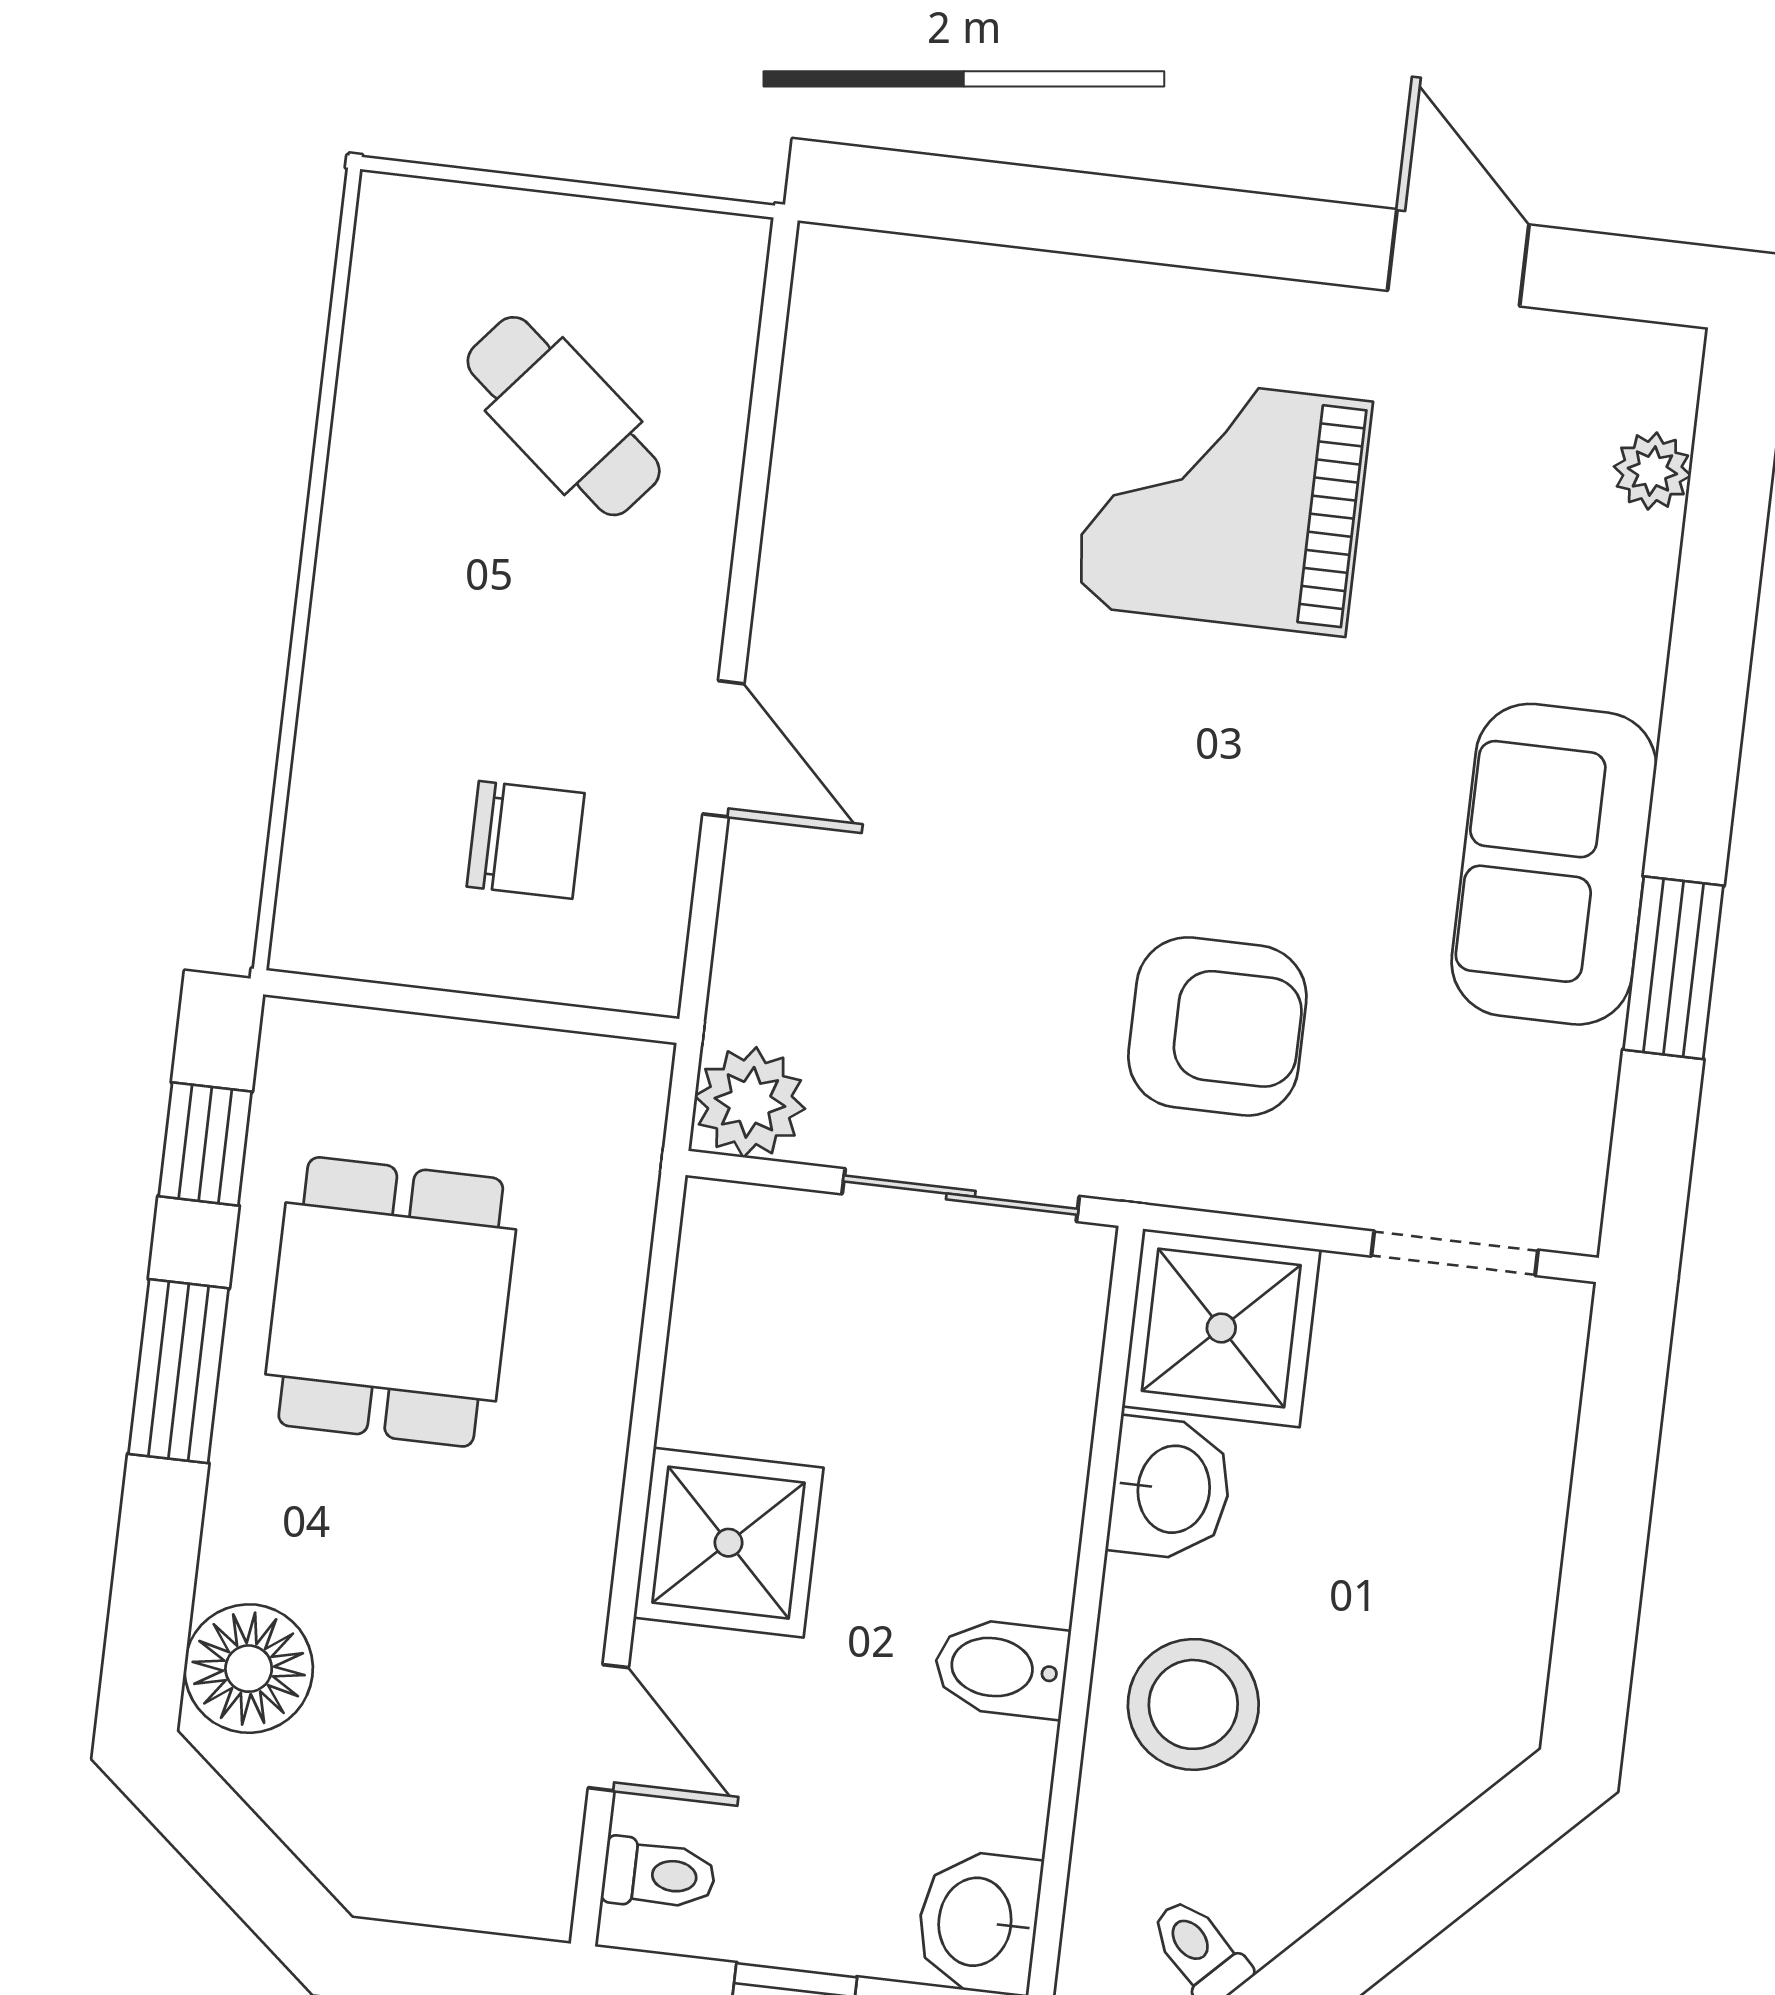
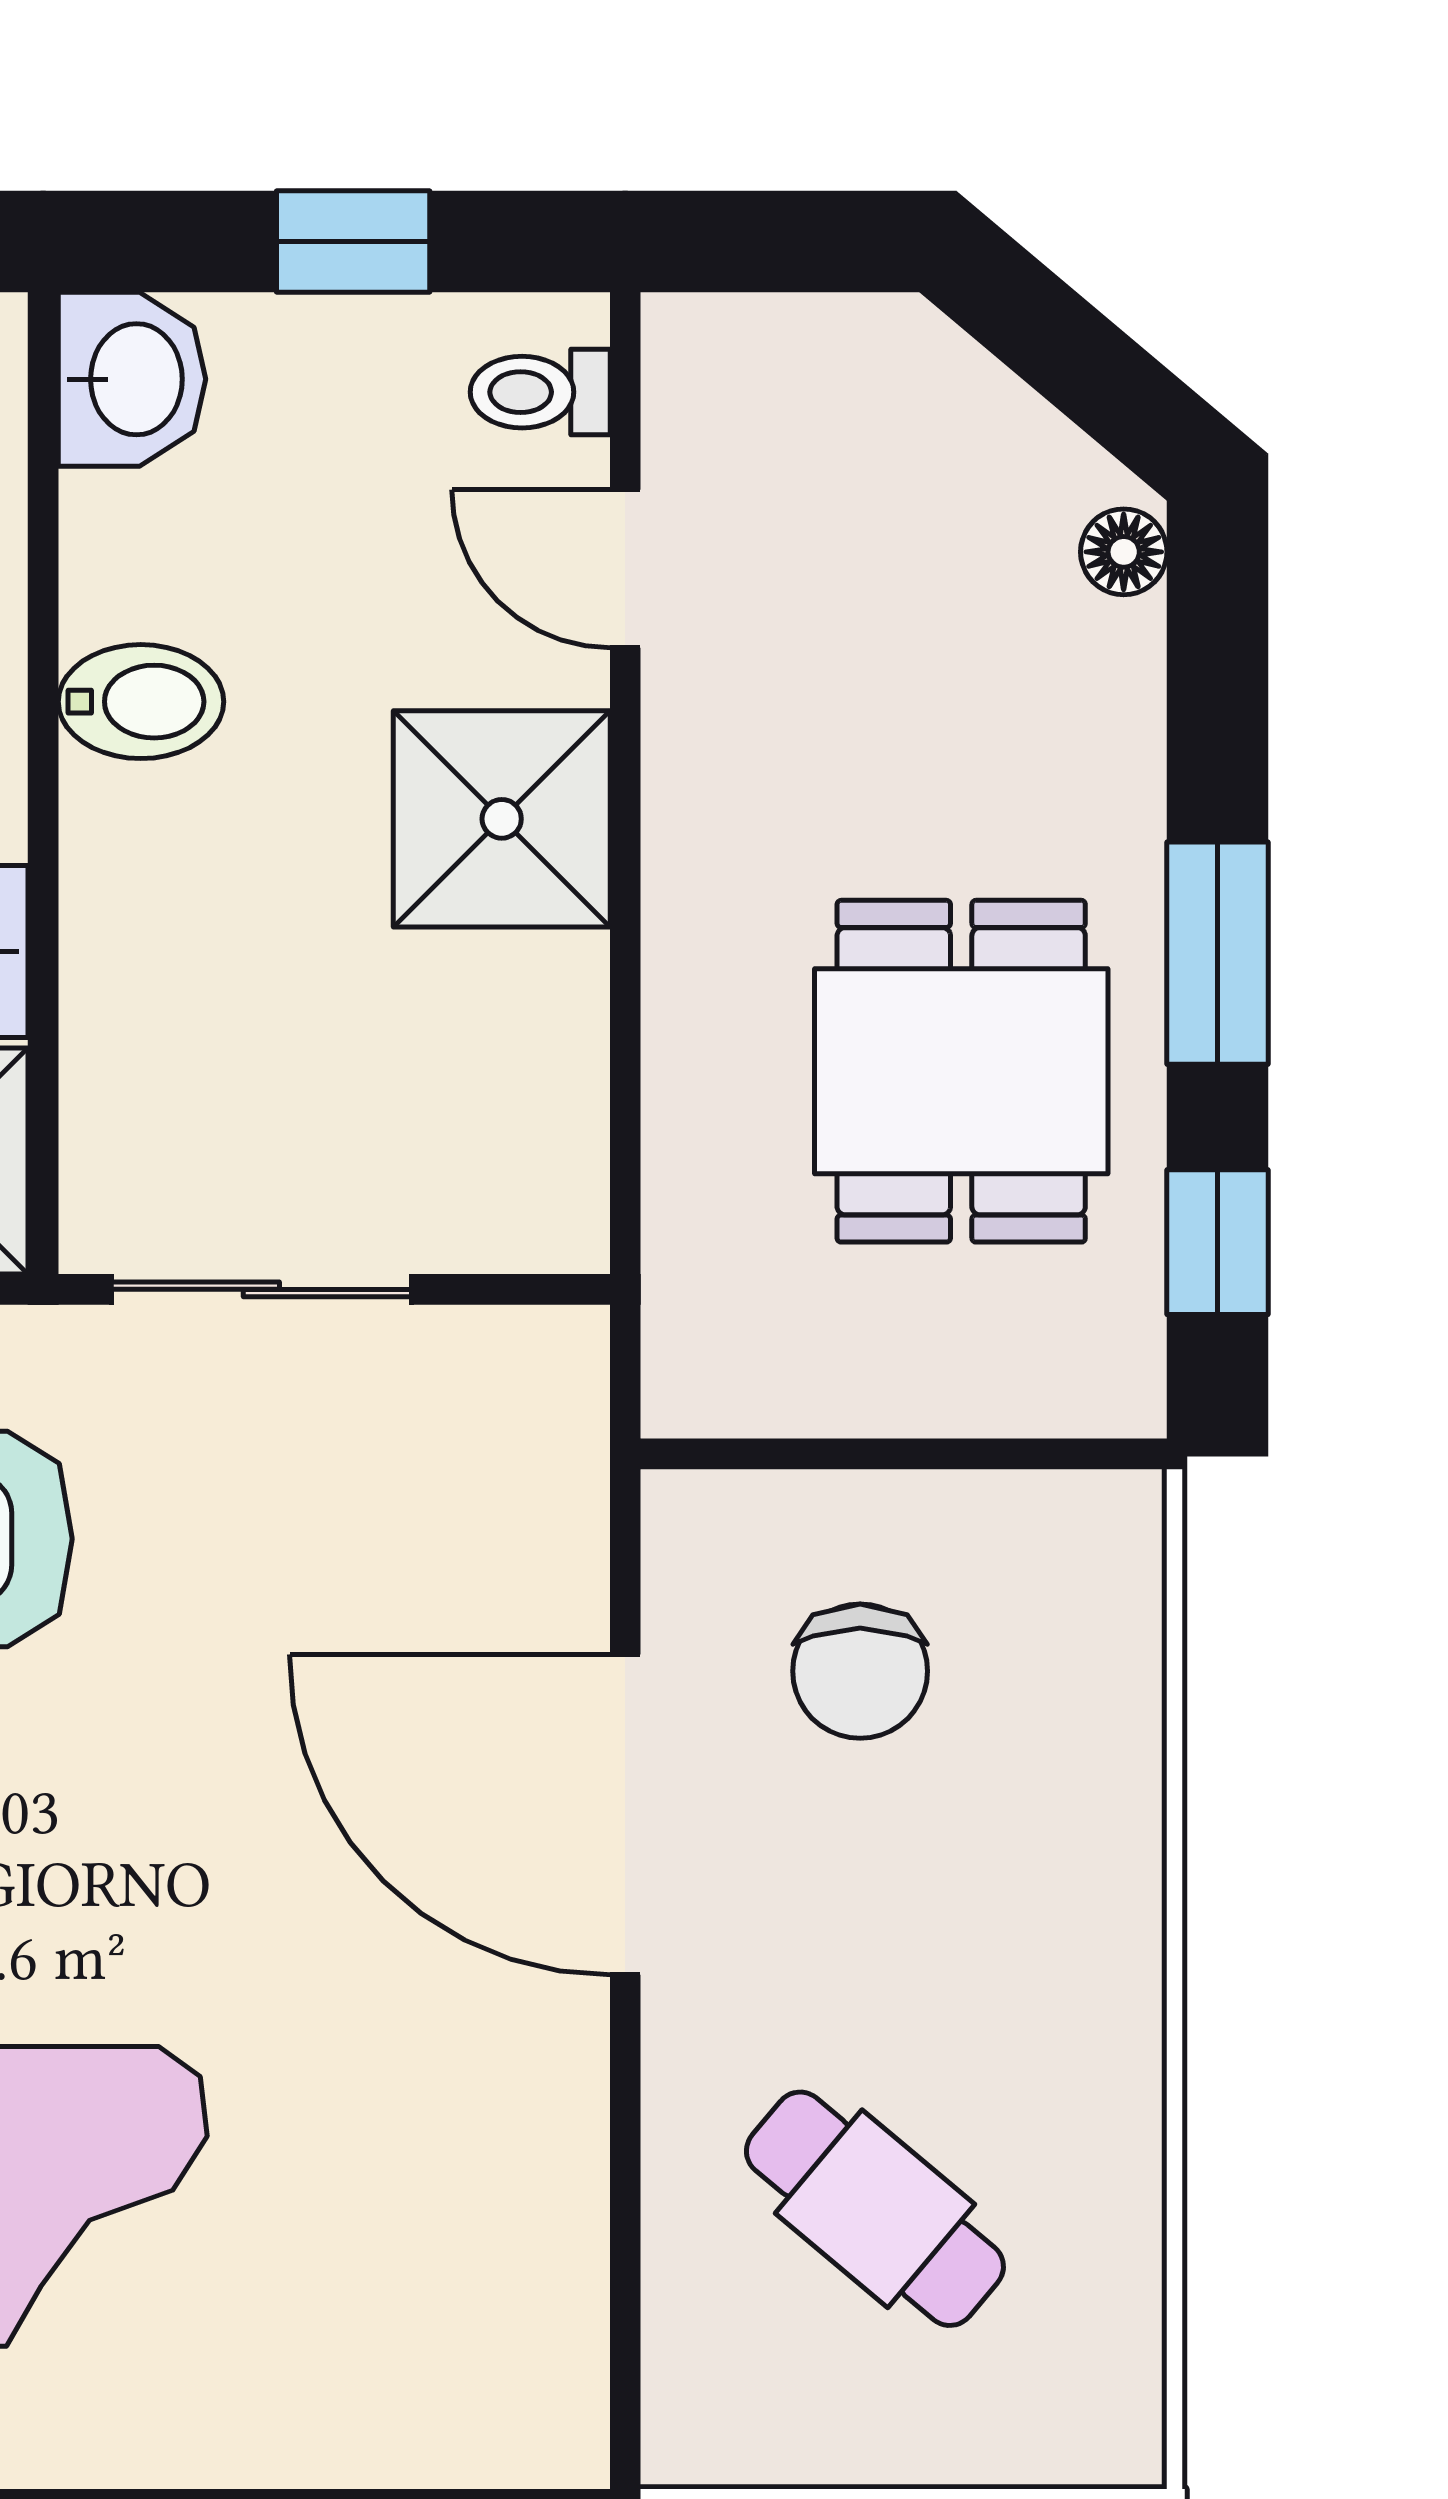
door: (723, 749) -> (625, 1815), width x1.87
chair: (526, 840) -> (860, 1671), turned -90
plant: (750, 1102) -> (540, 1375), removed
floor lamp: (249, 1669) -> (1124, 552), width x0.53, depth x0.53

